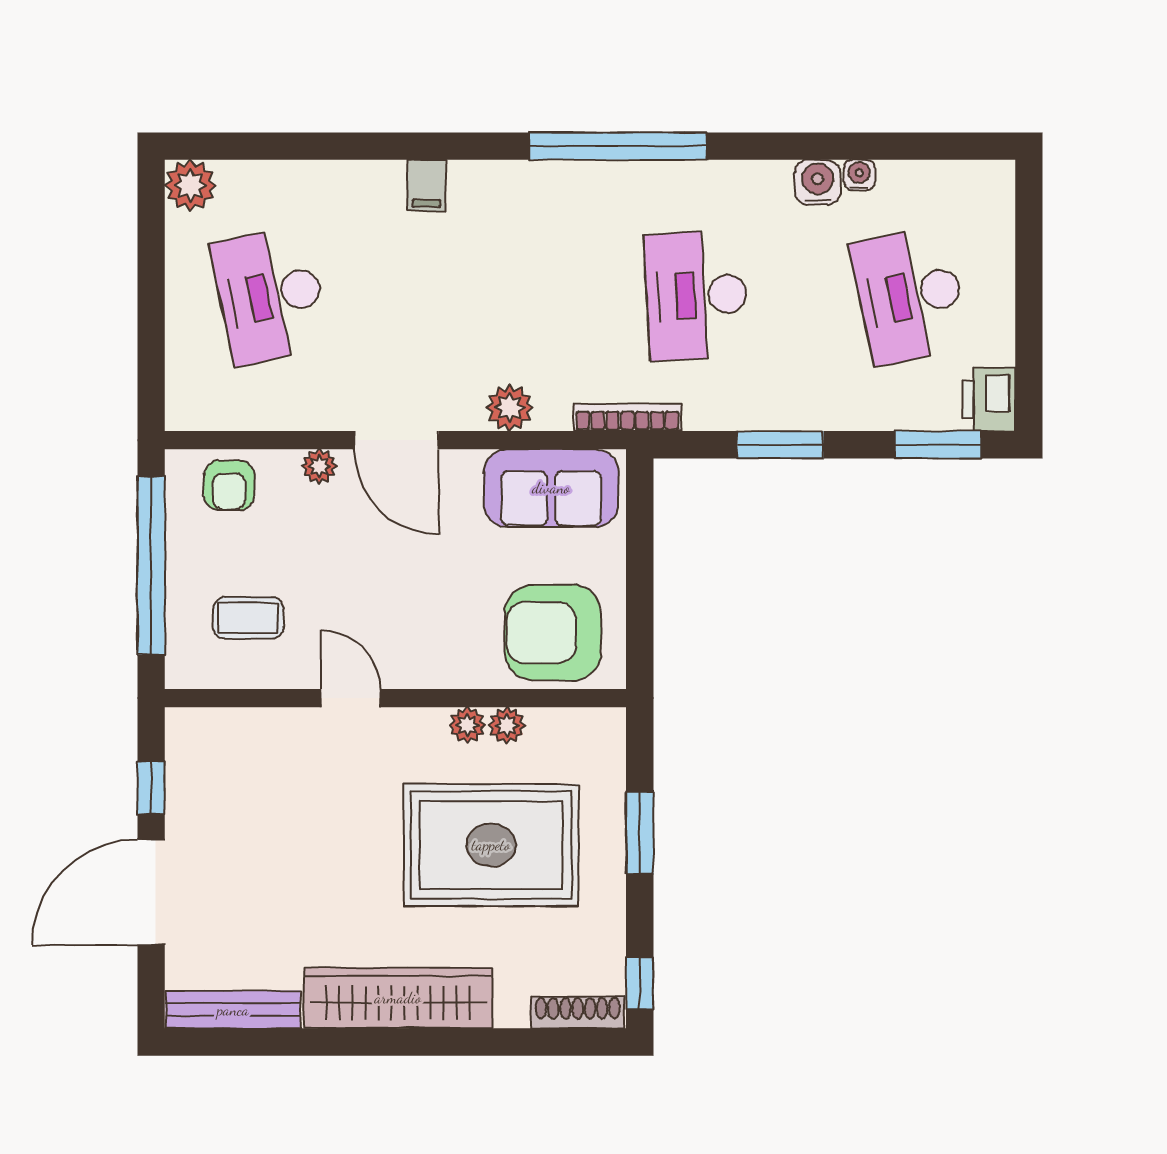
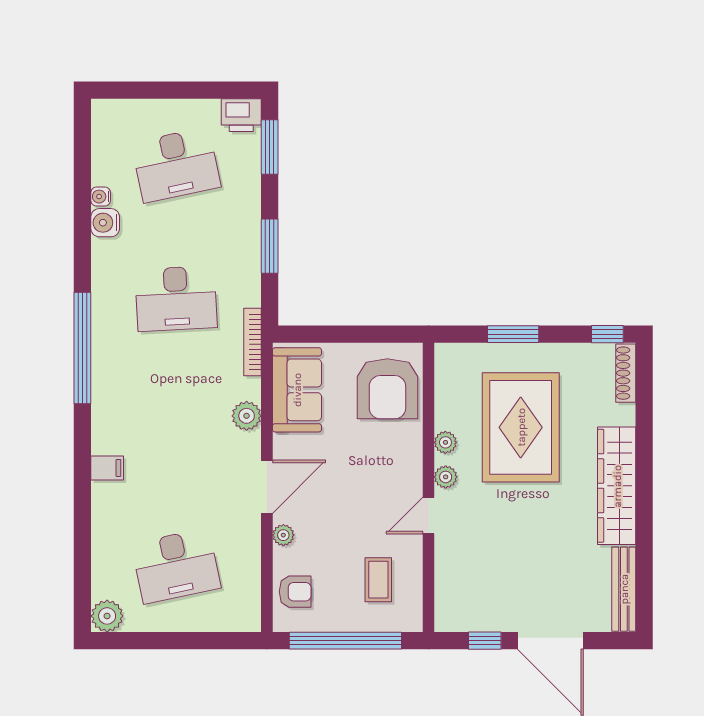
plant: (507, 725) -> (446, 477), moved

